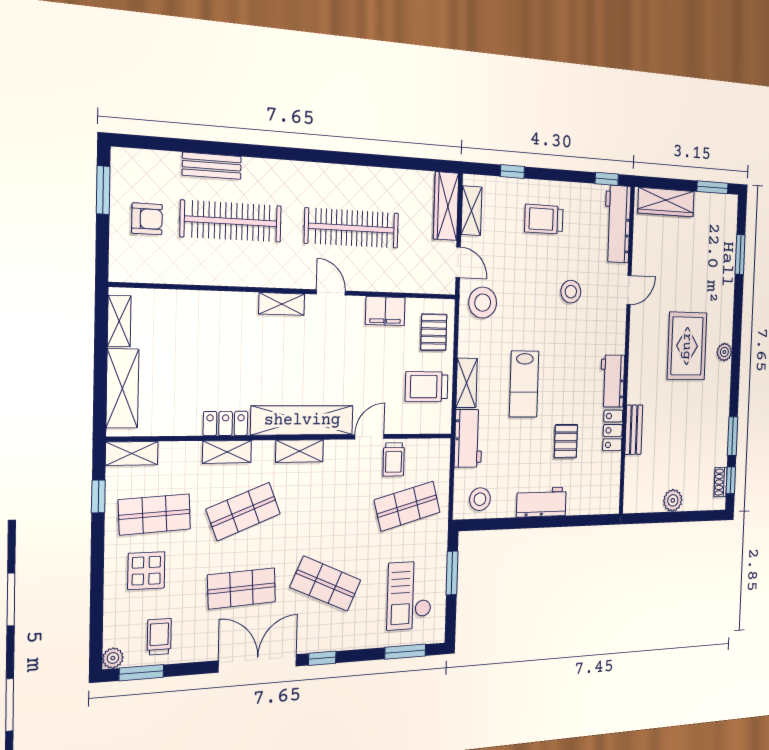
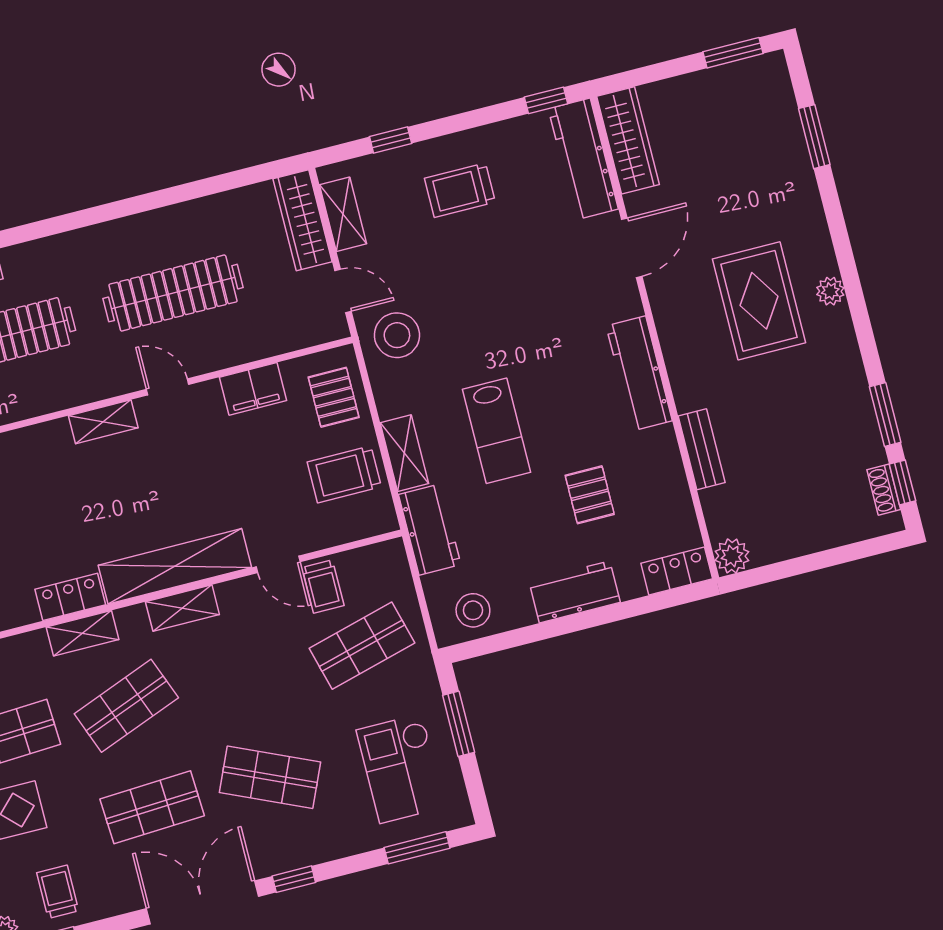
wardrobe: (666, 202) -> (628, 140), moved, turned -90
door: (629, 290) -> (632, 248), width x1.38
stool: (571, 292) -> (534, 279), removed
workbench: (612, 381) -> (639, 373), width x1.38
locker: (613, 430) -> (677, 571), moved, turned 90
door: (369, 437) -> (278, 564), swing flipped
plant: (673, 500) -> (732, 556), moved

